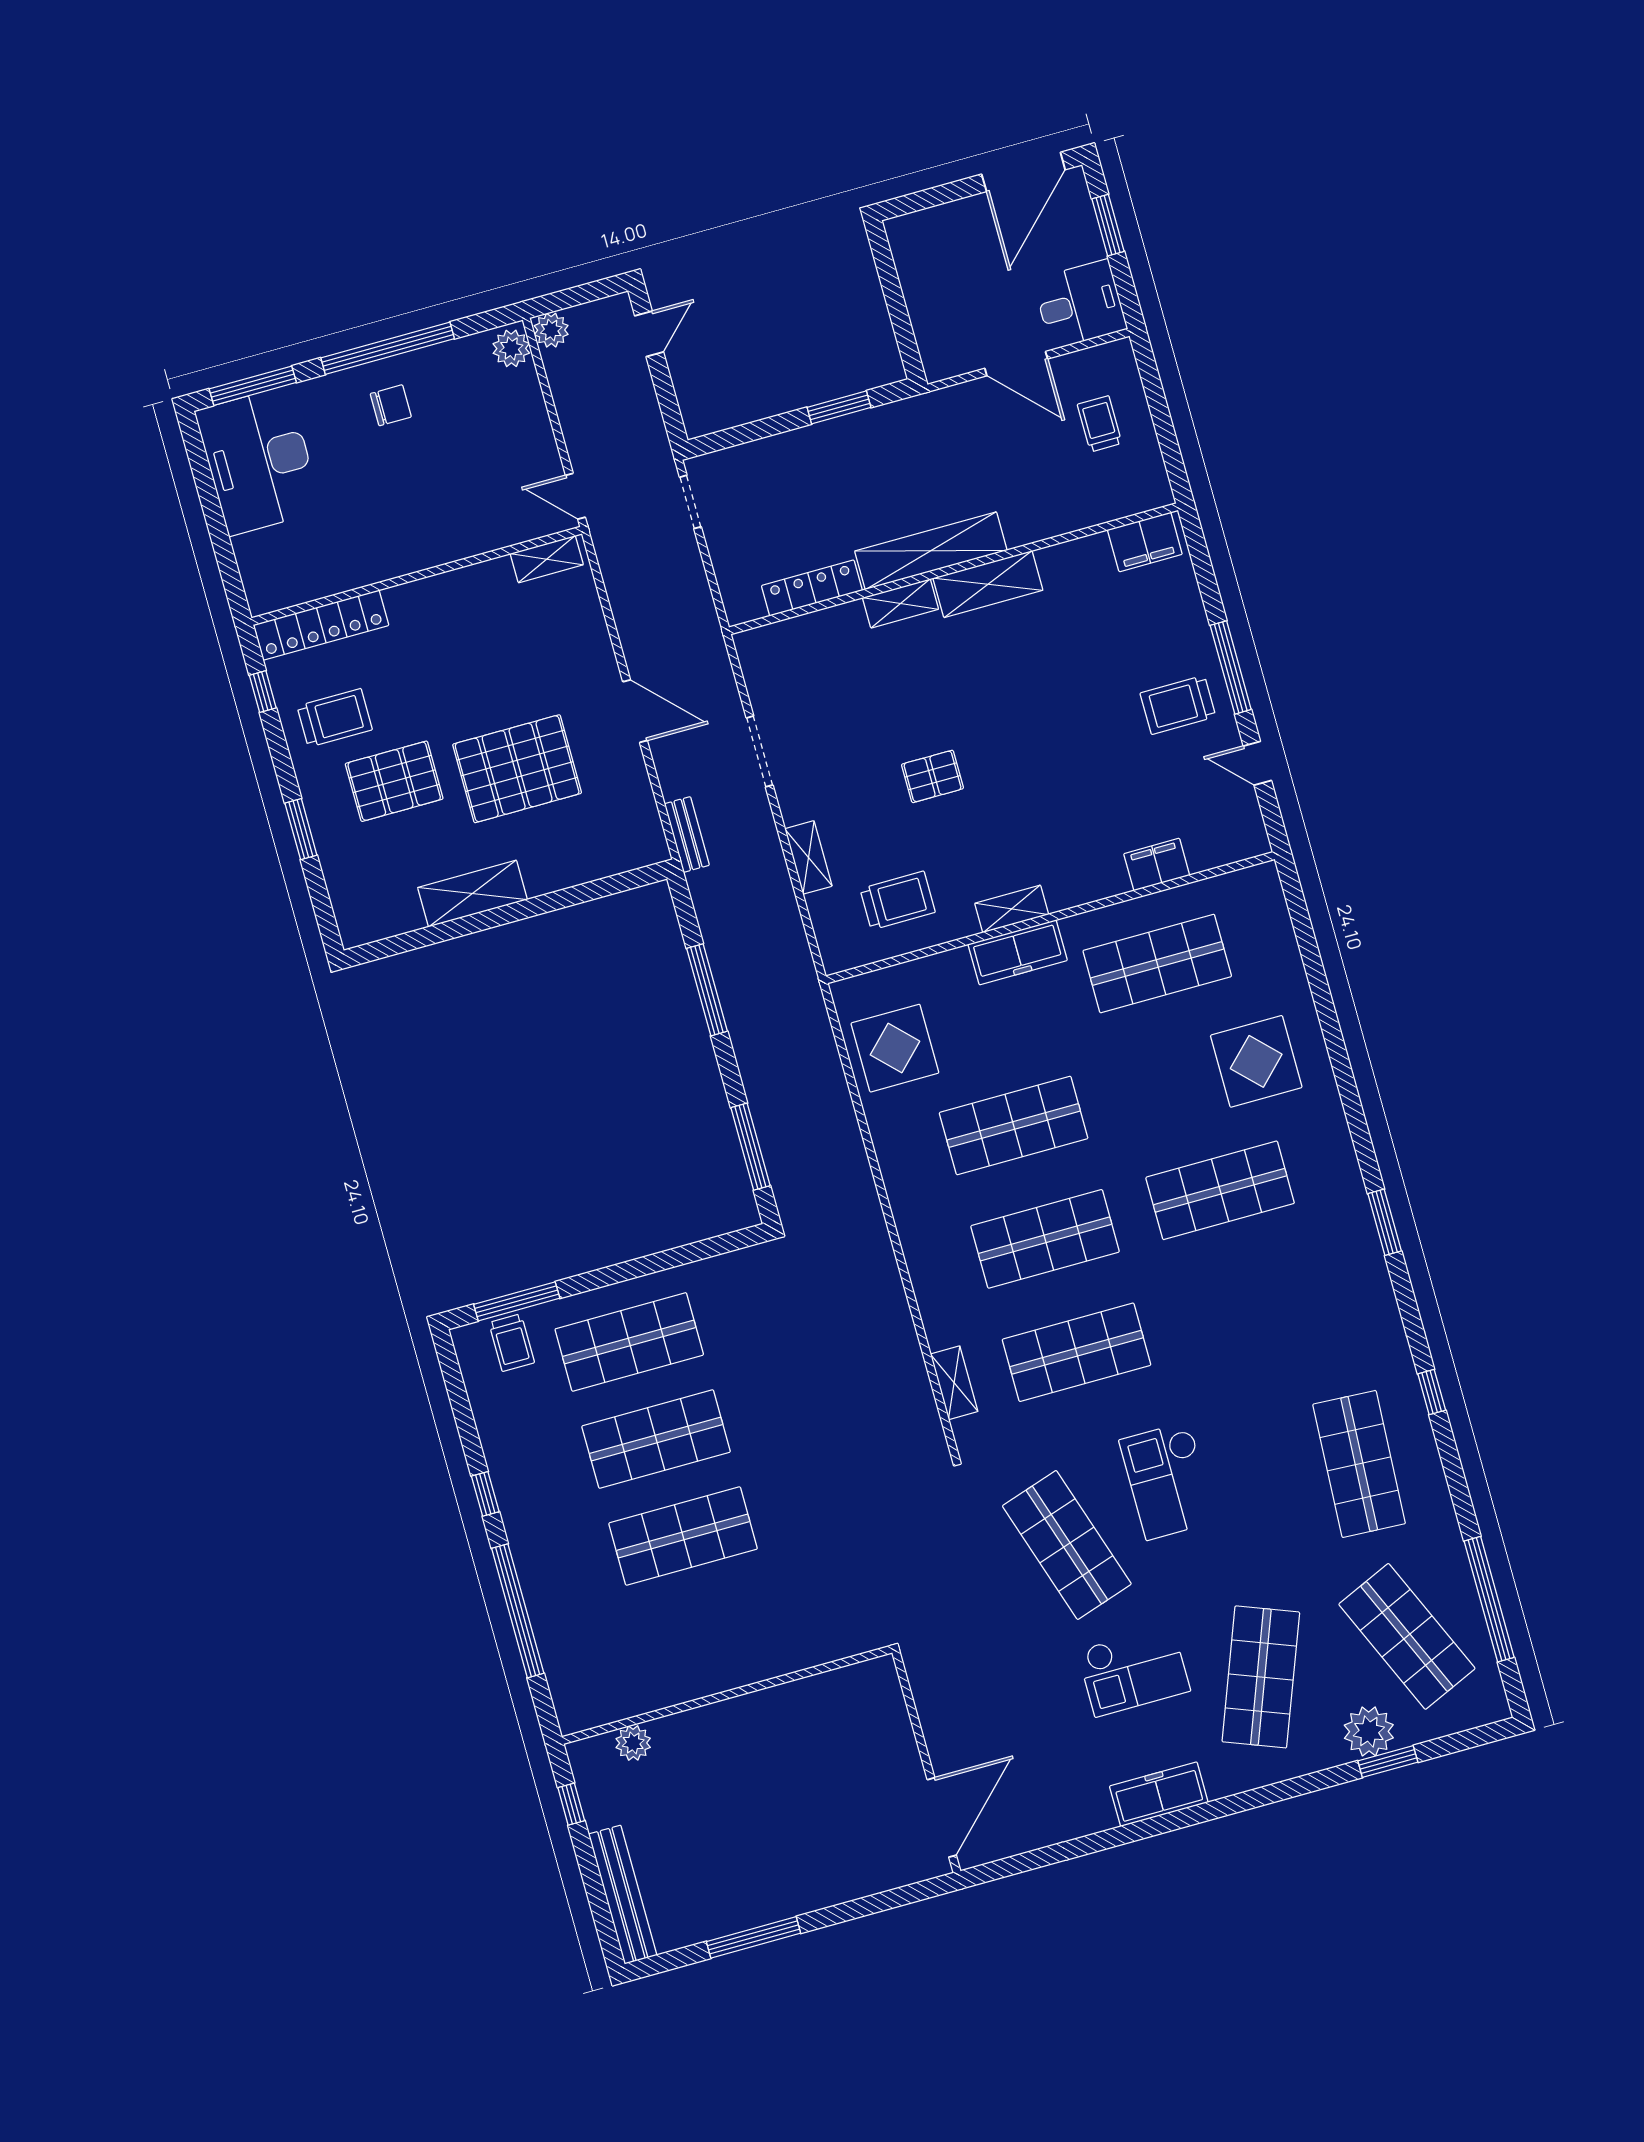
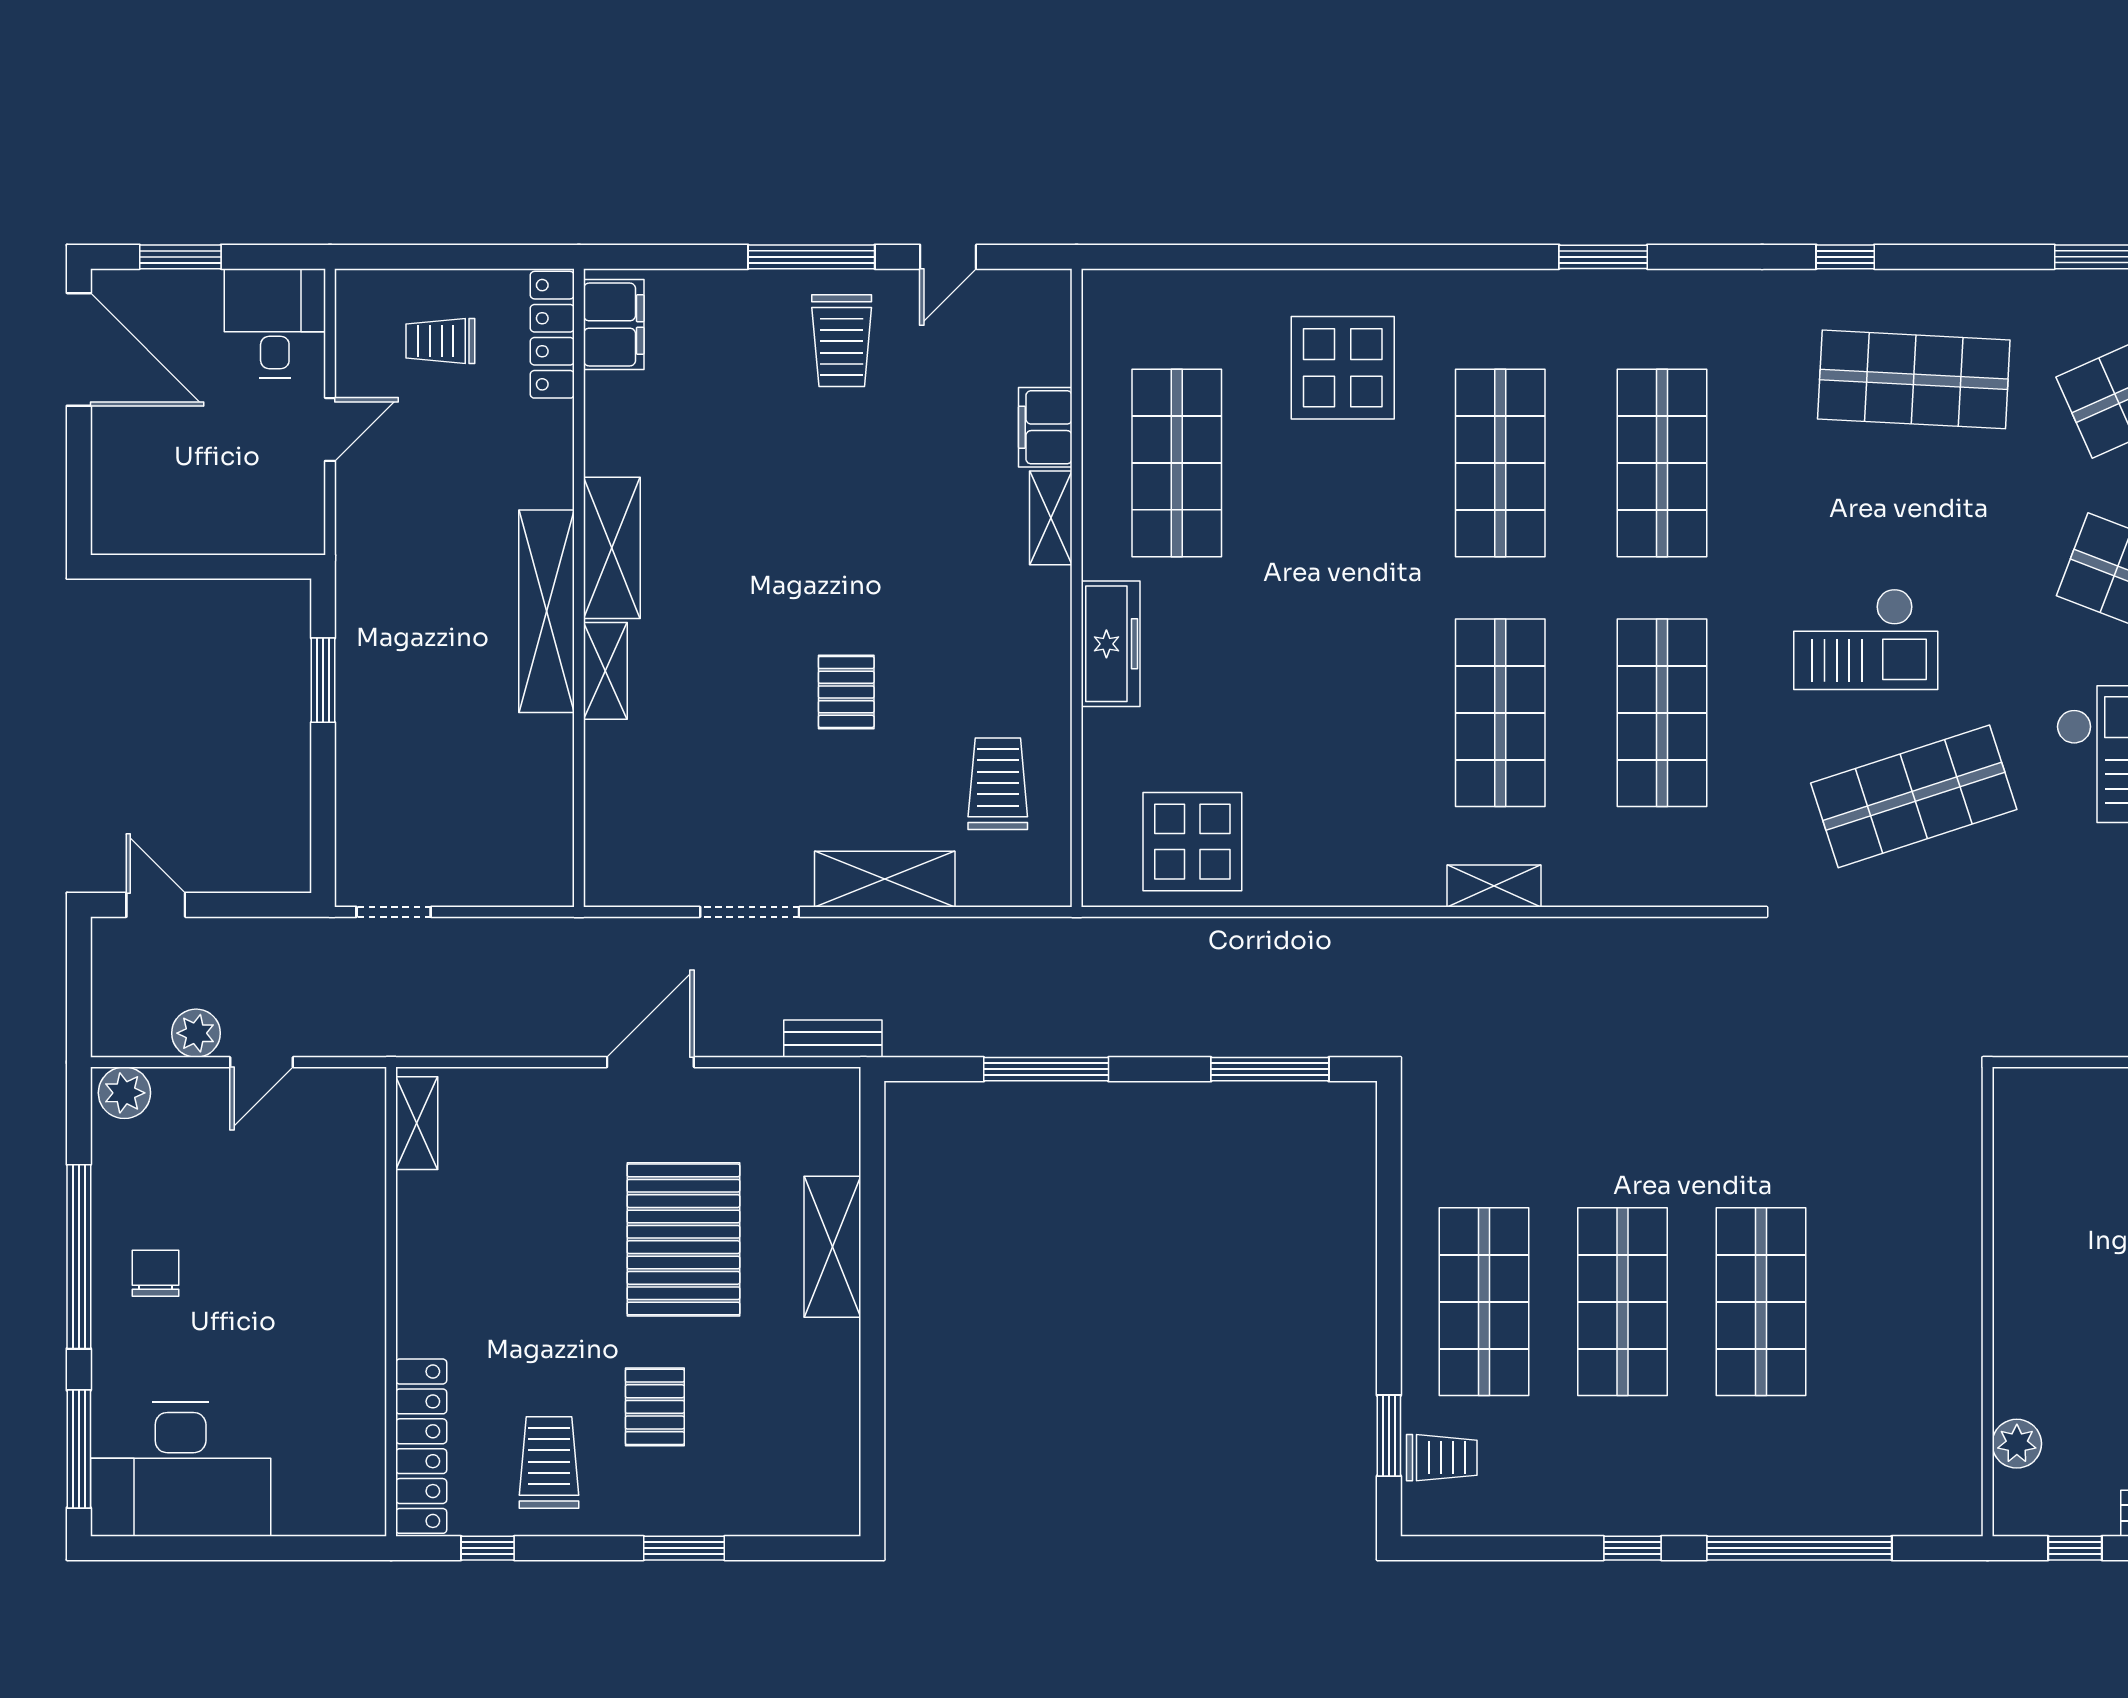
plant: (551, 330) -> (196, 1033), moved
door: (1016, 364) -> (330, 429), width x0.73
door: (575, 496) -> (262, 1062), moved
locker: (812, 588) -> (552, 335), moved
pallet: (394, 781) -> (655, 1407), width x0.67, depth x0.71
shelving: (808, 857) -> (885, 879), width x1.50, depth x1.33
shelving: (472, 894) -> (832, 1247), moved
shelving: (1012, 909) -> (1051, 518), moved
shop shelf: (1014, 1125) -> (1662, 463), moved
window: (517, 1301) -> (1389, 1436), width x0.69
shelving: (954, 1383) -> (1494, 886), moved

